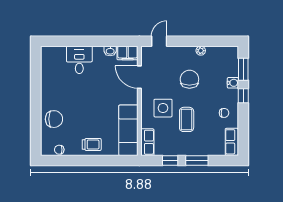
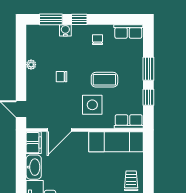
washbasin: (110, 51) -> (34, 167), width x1.91, depth x1.45
chair: (189, 79) -> (62, 77), width x0.54, depth x0.54

